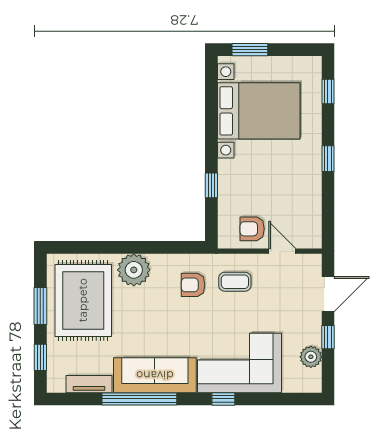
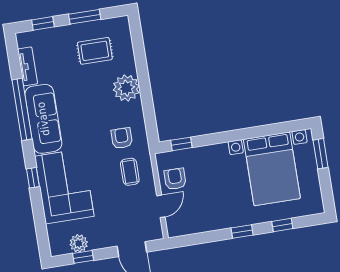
window: (328, 91) -> (282, 225), moved
window: (211, 185) -> (181, 144), moved
rug: (83, 300) -> (95, 51), width x0.54, depth x0.49
window: (328, 337) -> (83, 257), moved

